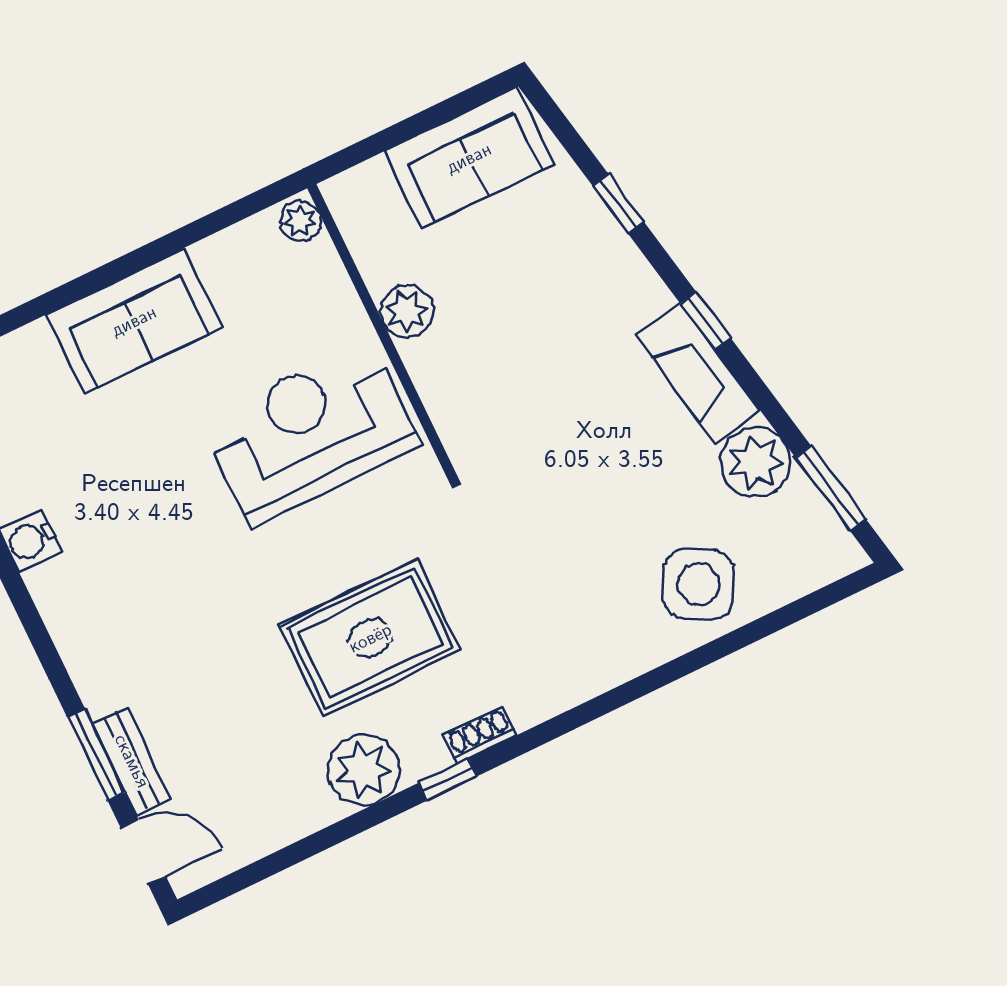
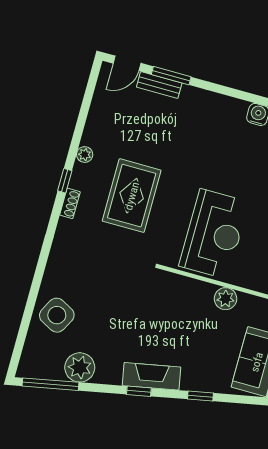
fireplace: (698, 373) -> (152, 376), moved
window: (831, 488) -> (50, 384), width x1.44
plant: (363, 770) -> (85, 155), width x0.53, depth x0.53

